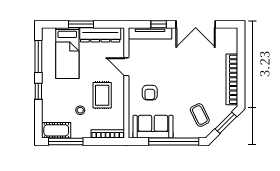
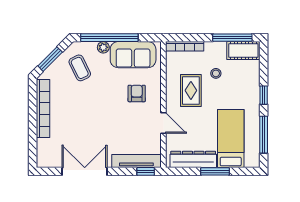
window: (159, 24) -> (146, 171), moved
plant: (179, 133) -> (103, 47), added

